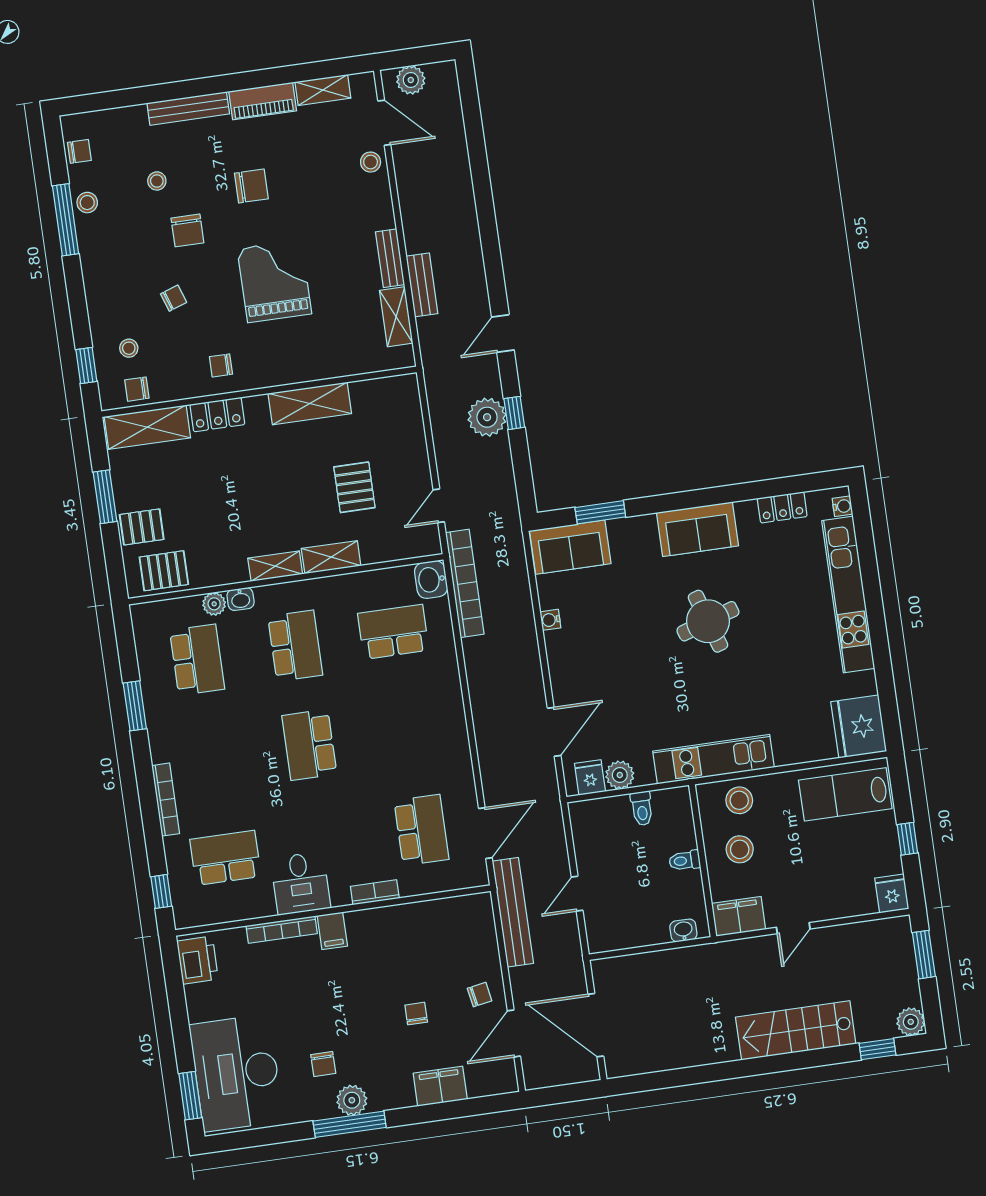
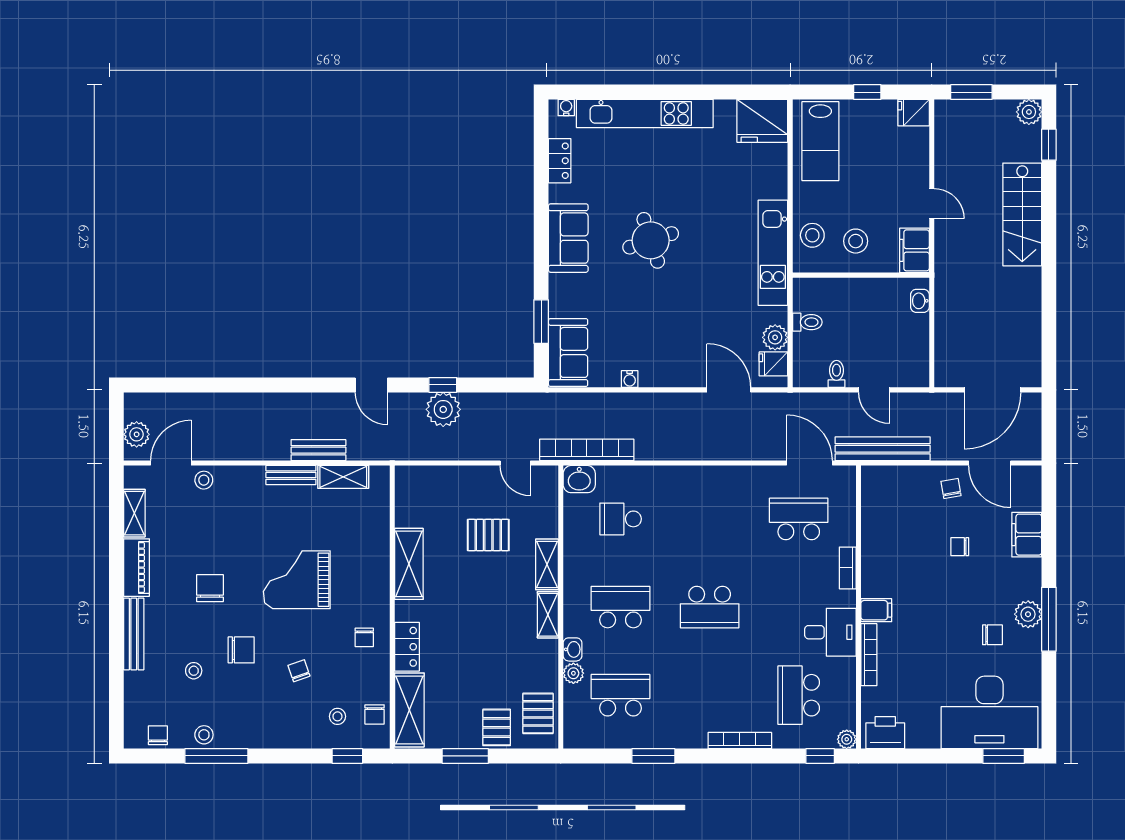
school desk: (393, 632) -> (621, 519), width x0.54
toilet: (685, 861) -> (837, 374), moved, turned 180
plant: (184, 918) -> (847, 739), added

